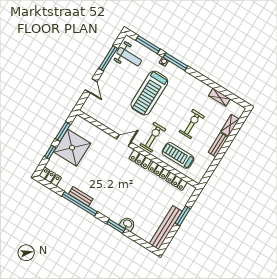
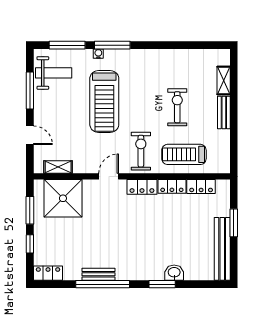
shelving: (219, 97) -> (58, 167), moved
shower: (72, 148) -> (63, 198), moved

